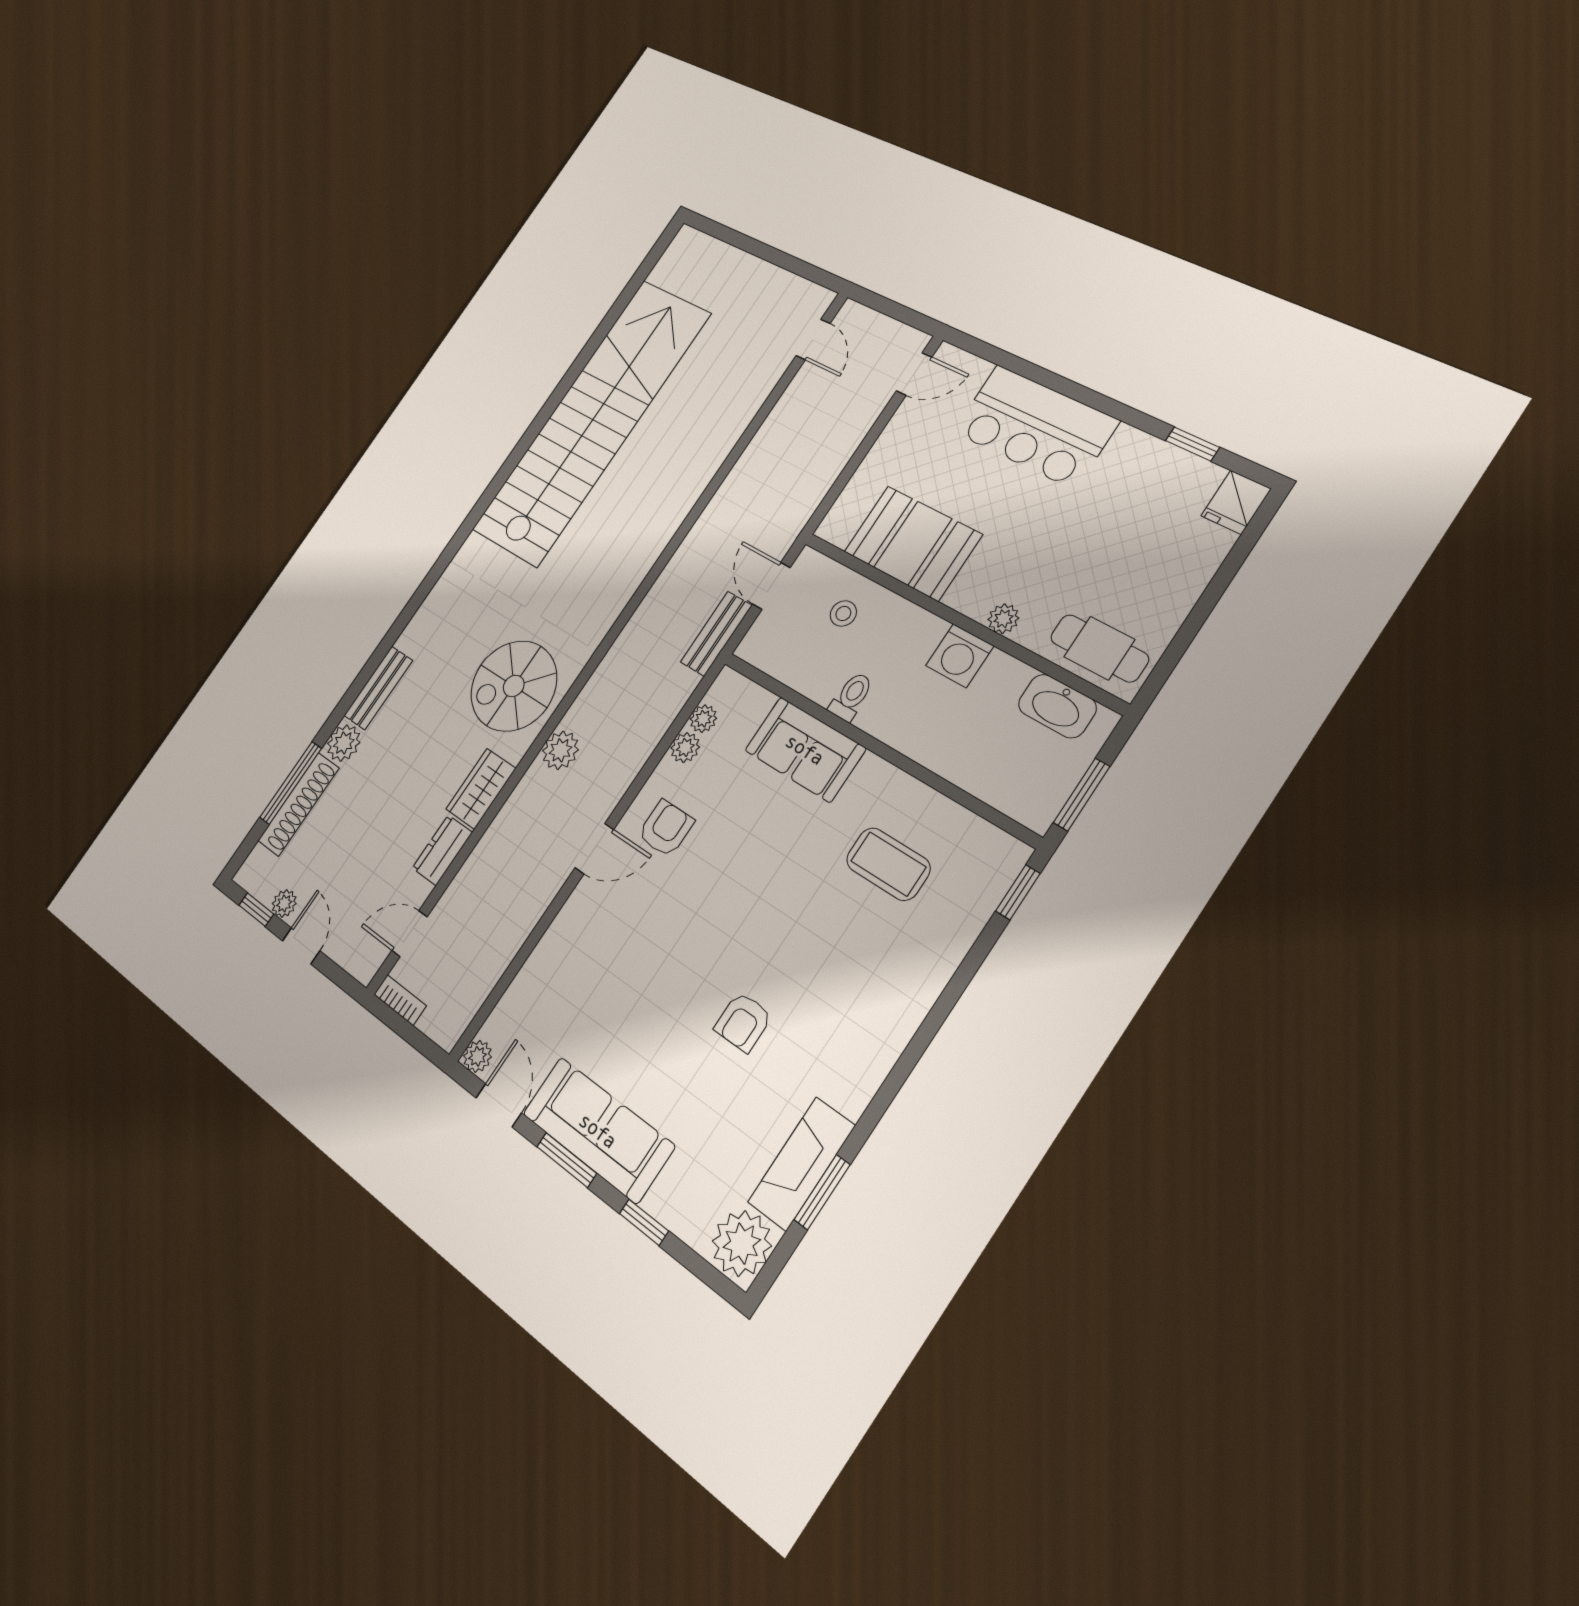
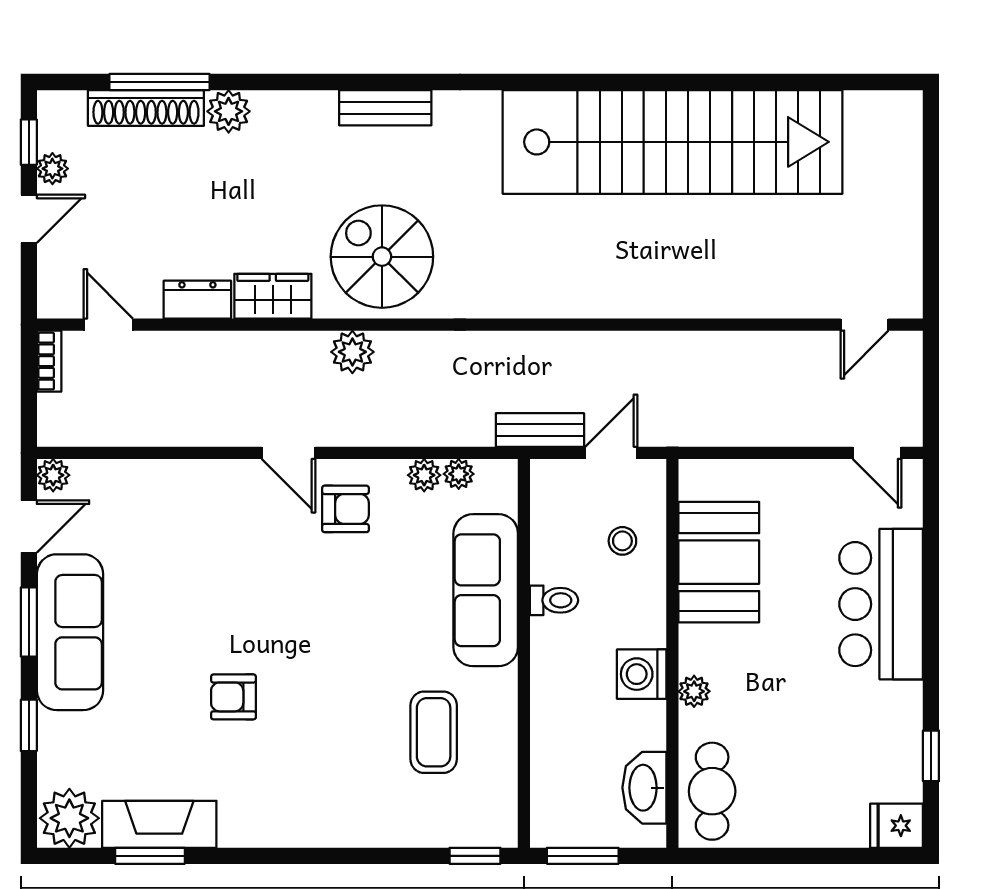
bench: (378, 688) -> (385, 108), moved
sofa: (805, 749) -> (486, 590), width x1.36

